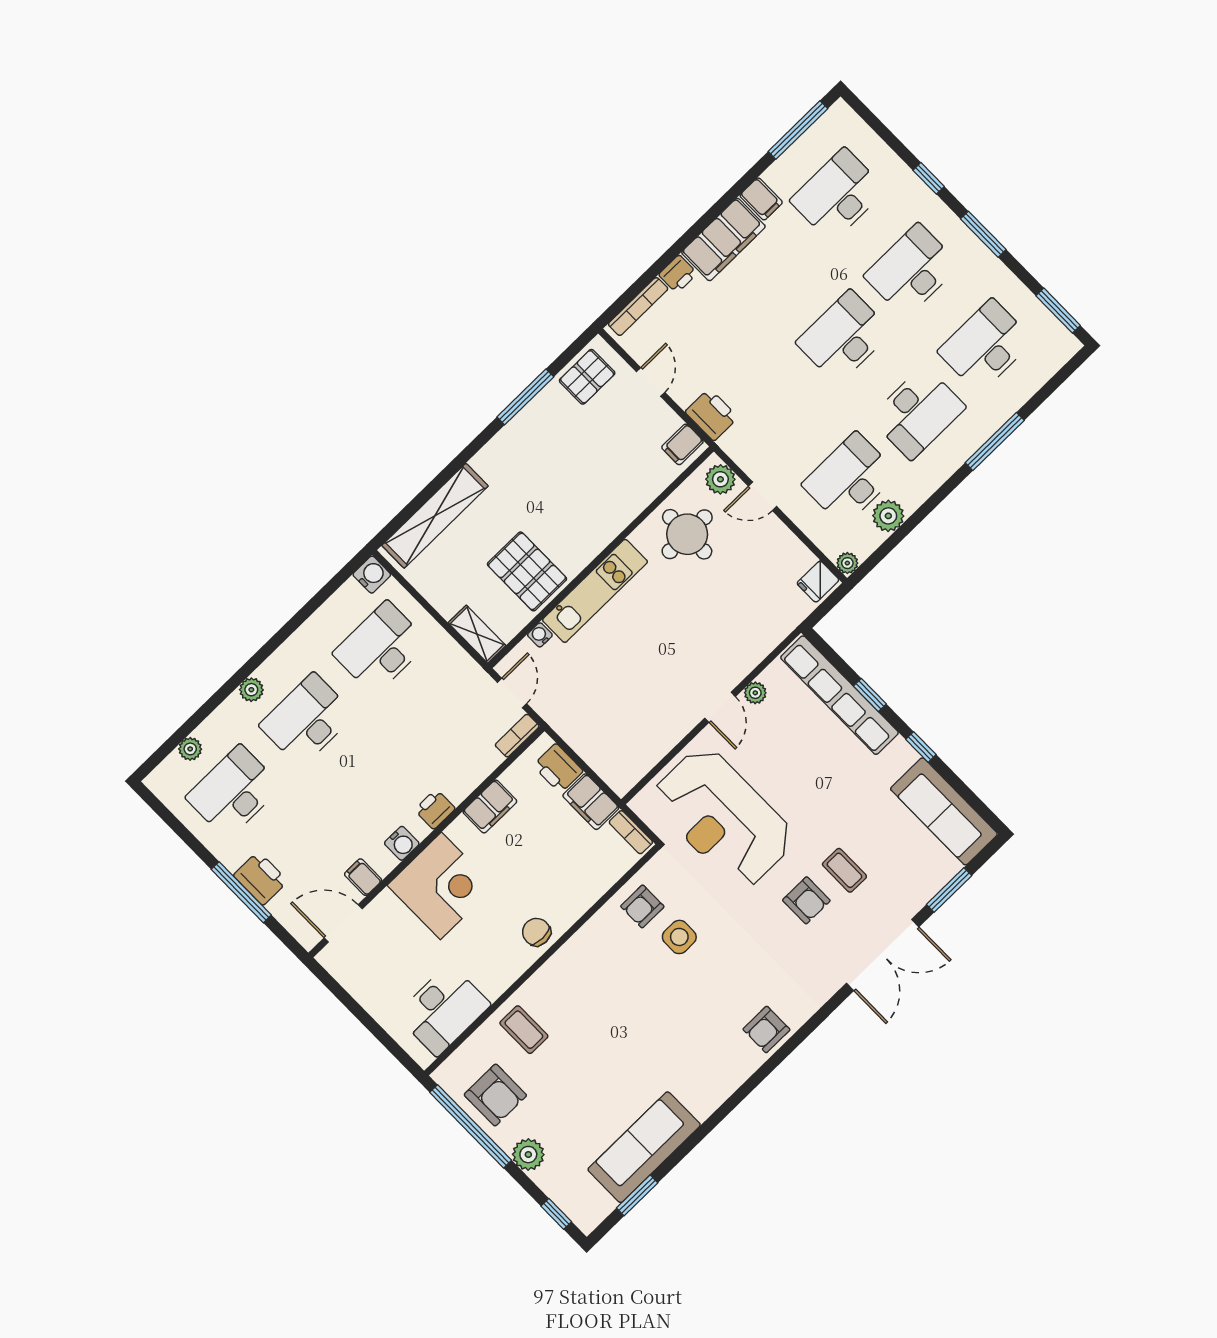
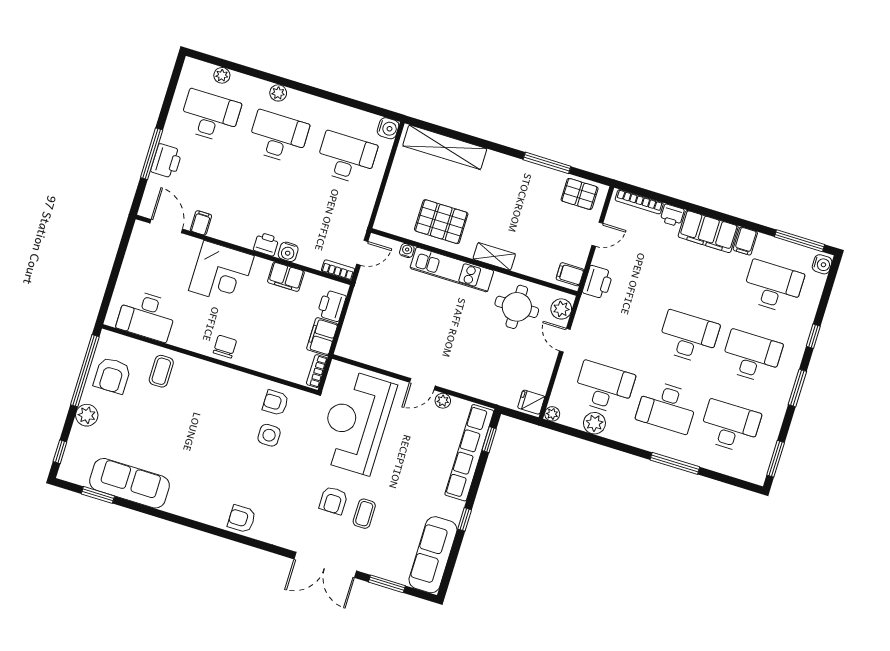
water cooler: (843, 118) -> (822, 264), added
pallet: (527, 571) -> (441, 222), turned 90
shelving: (477, 634) -> (494, 256), moved, turned 90
window: (870, 695) -> (489, 440), moved
water cooler: (402, 843) -> (288, 252), moved

